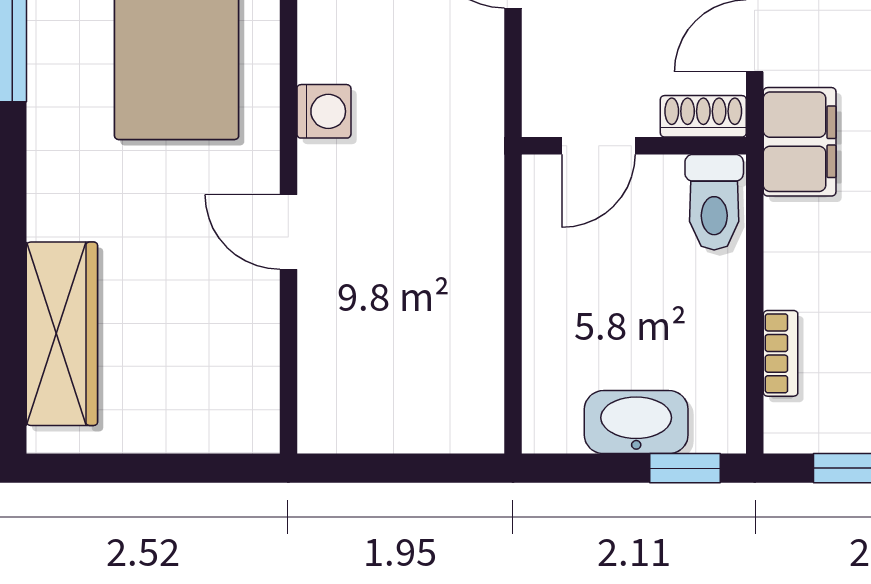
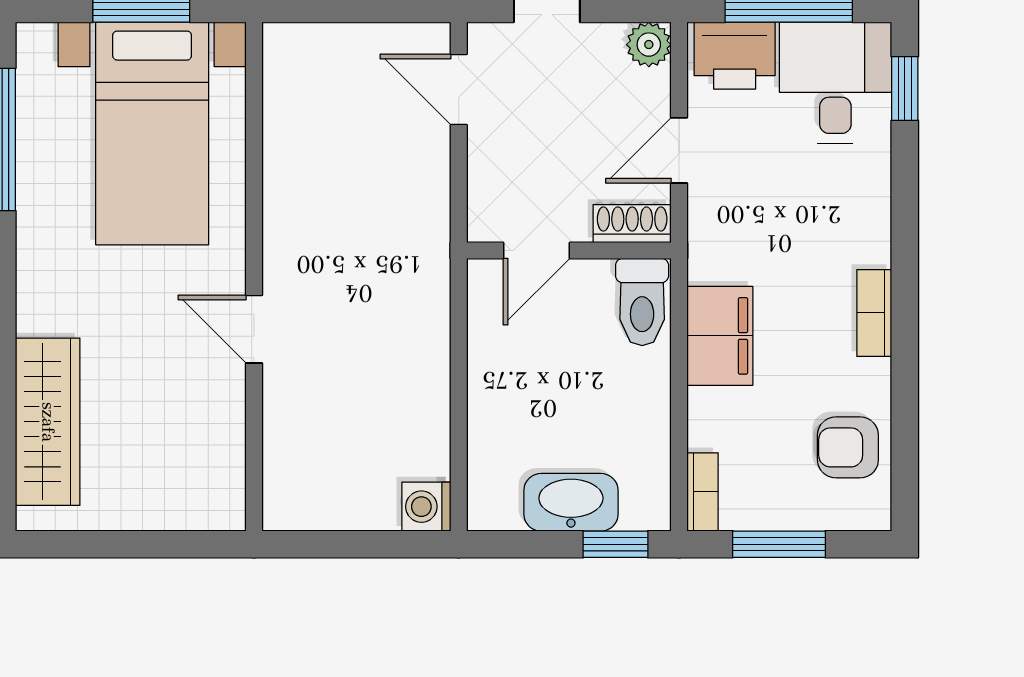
washing machine: (324, 111) -> (426, 507), moved, turned 180
filing cabinet: (800, 142) -> (720, 336), moved
bookcase: (781, 353) -> (703, 492), moved

